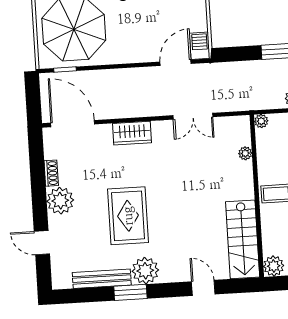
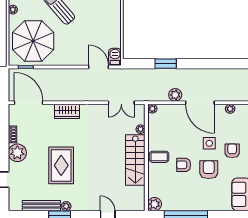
door: (176, 63) -> (98, 67), hinge flipped
double door: (193, 116) -> (121, 103), moved
stairs: (243, 239) -> (135, 160), moved
plant: (145, 271) -> (66, 206), width x0.53, depth x0.53

